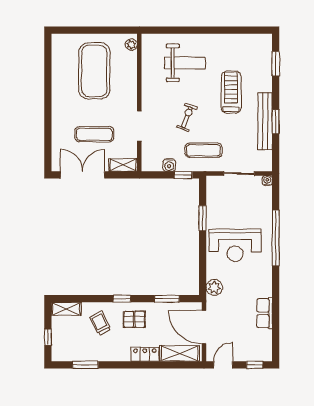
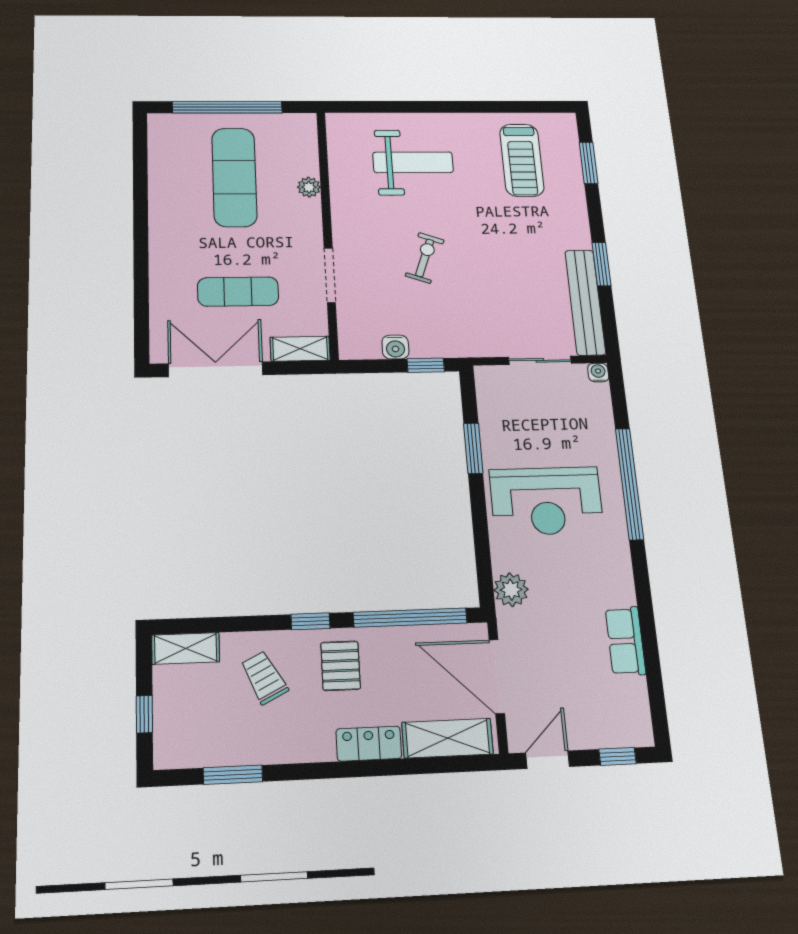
window: (92, 30) -> (227, 107), added
plant: (131, 45) -> (309, 187), moved
exercise mat: (94, 71) -> (234, 177), width x0.68
treadmill: (231, 92) -> (522, 160), moved, turned 180
bench: (265, 121) -> (585, 302), moved
exercise mat: (204, 150) -> (463, 318), removed
window: (167, 299) -> (410, 618), width x2.11
pallet: (134, 319) -> (341, 666), turned 90

